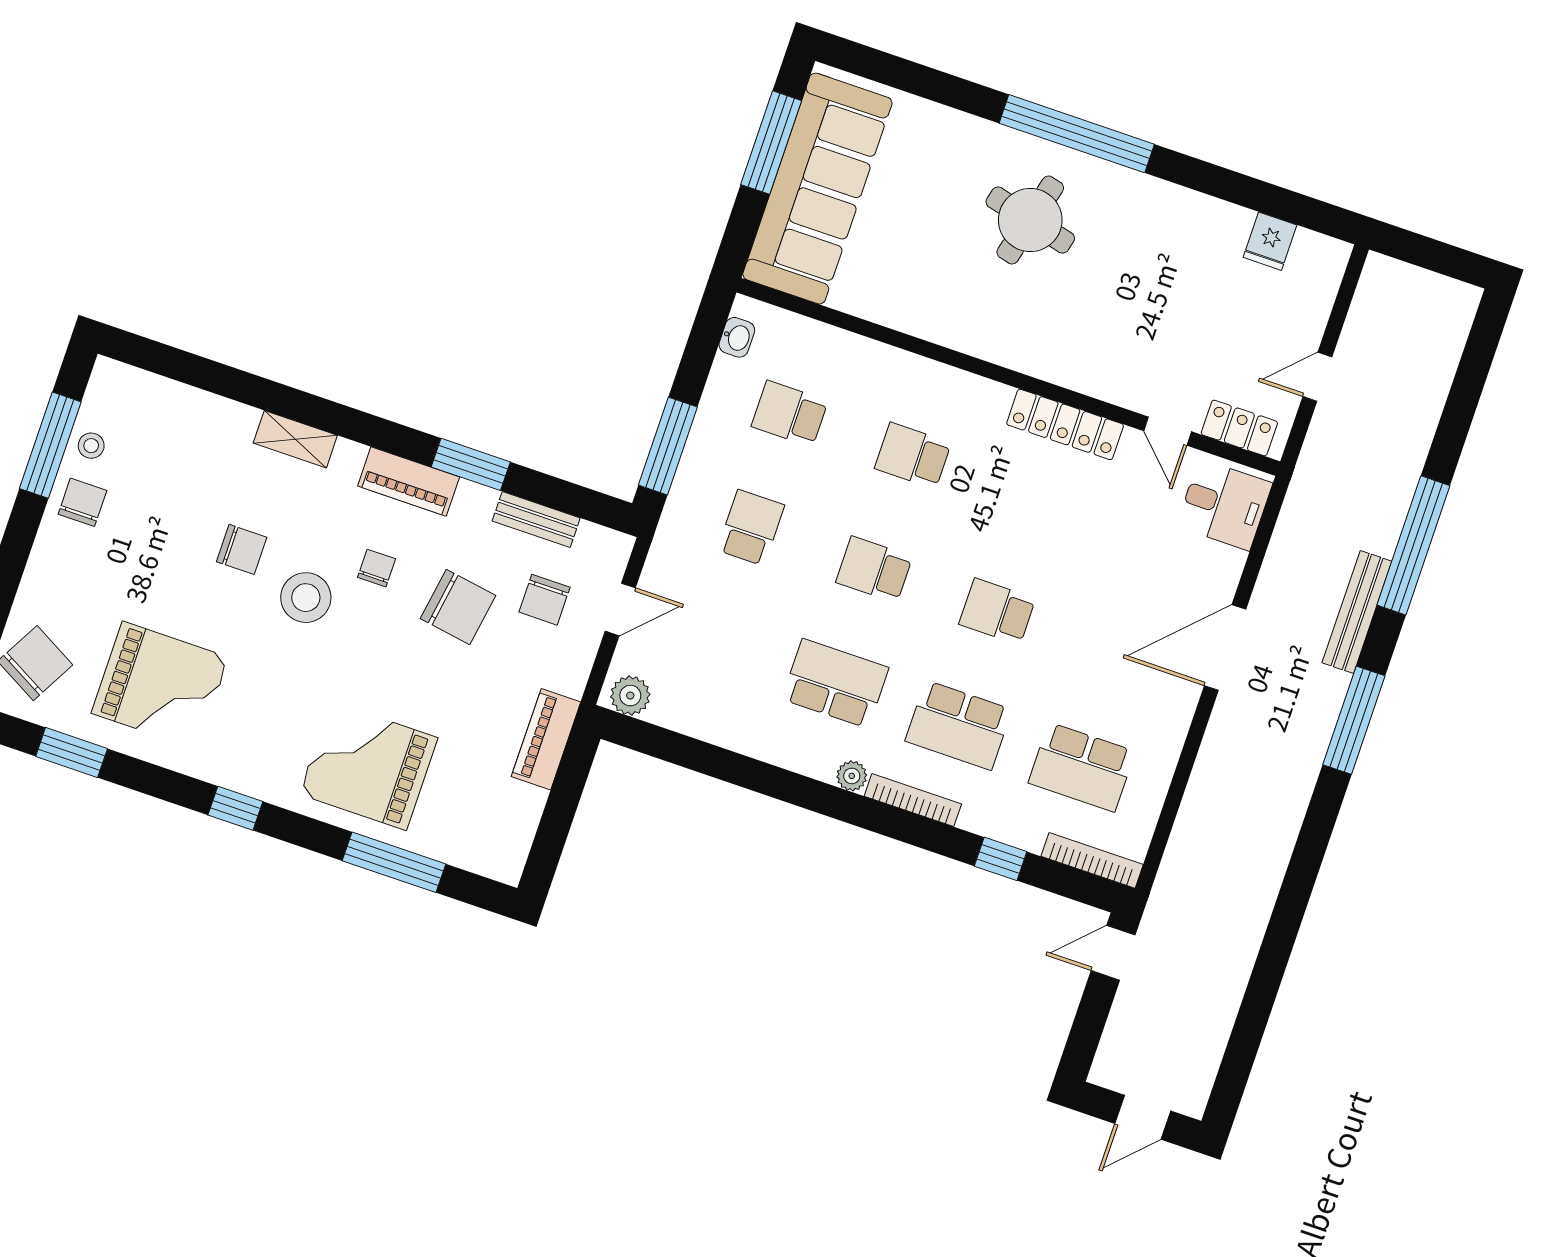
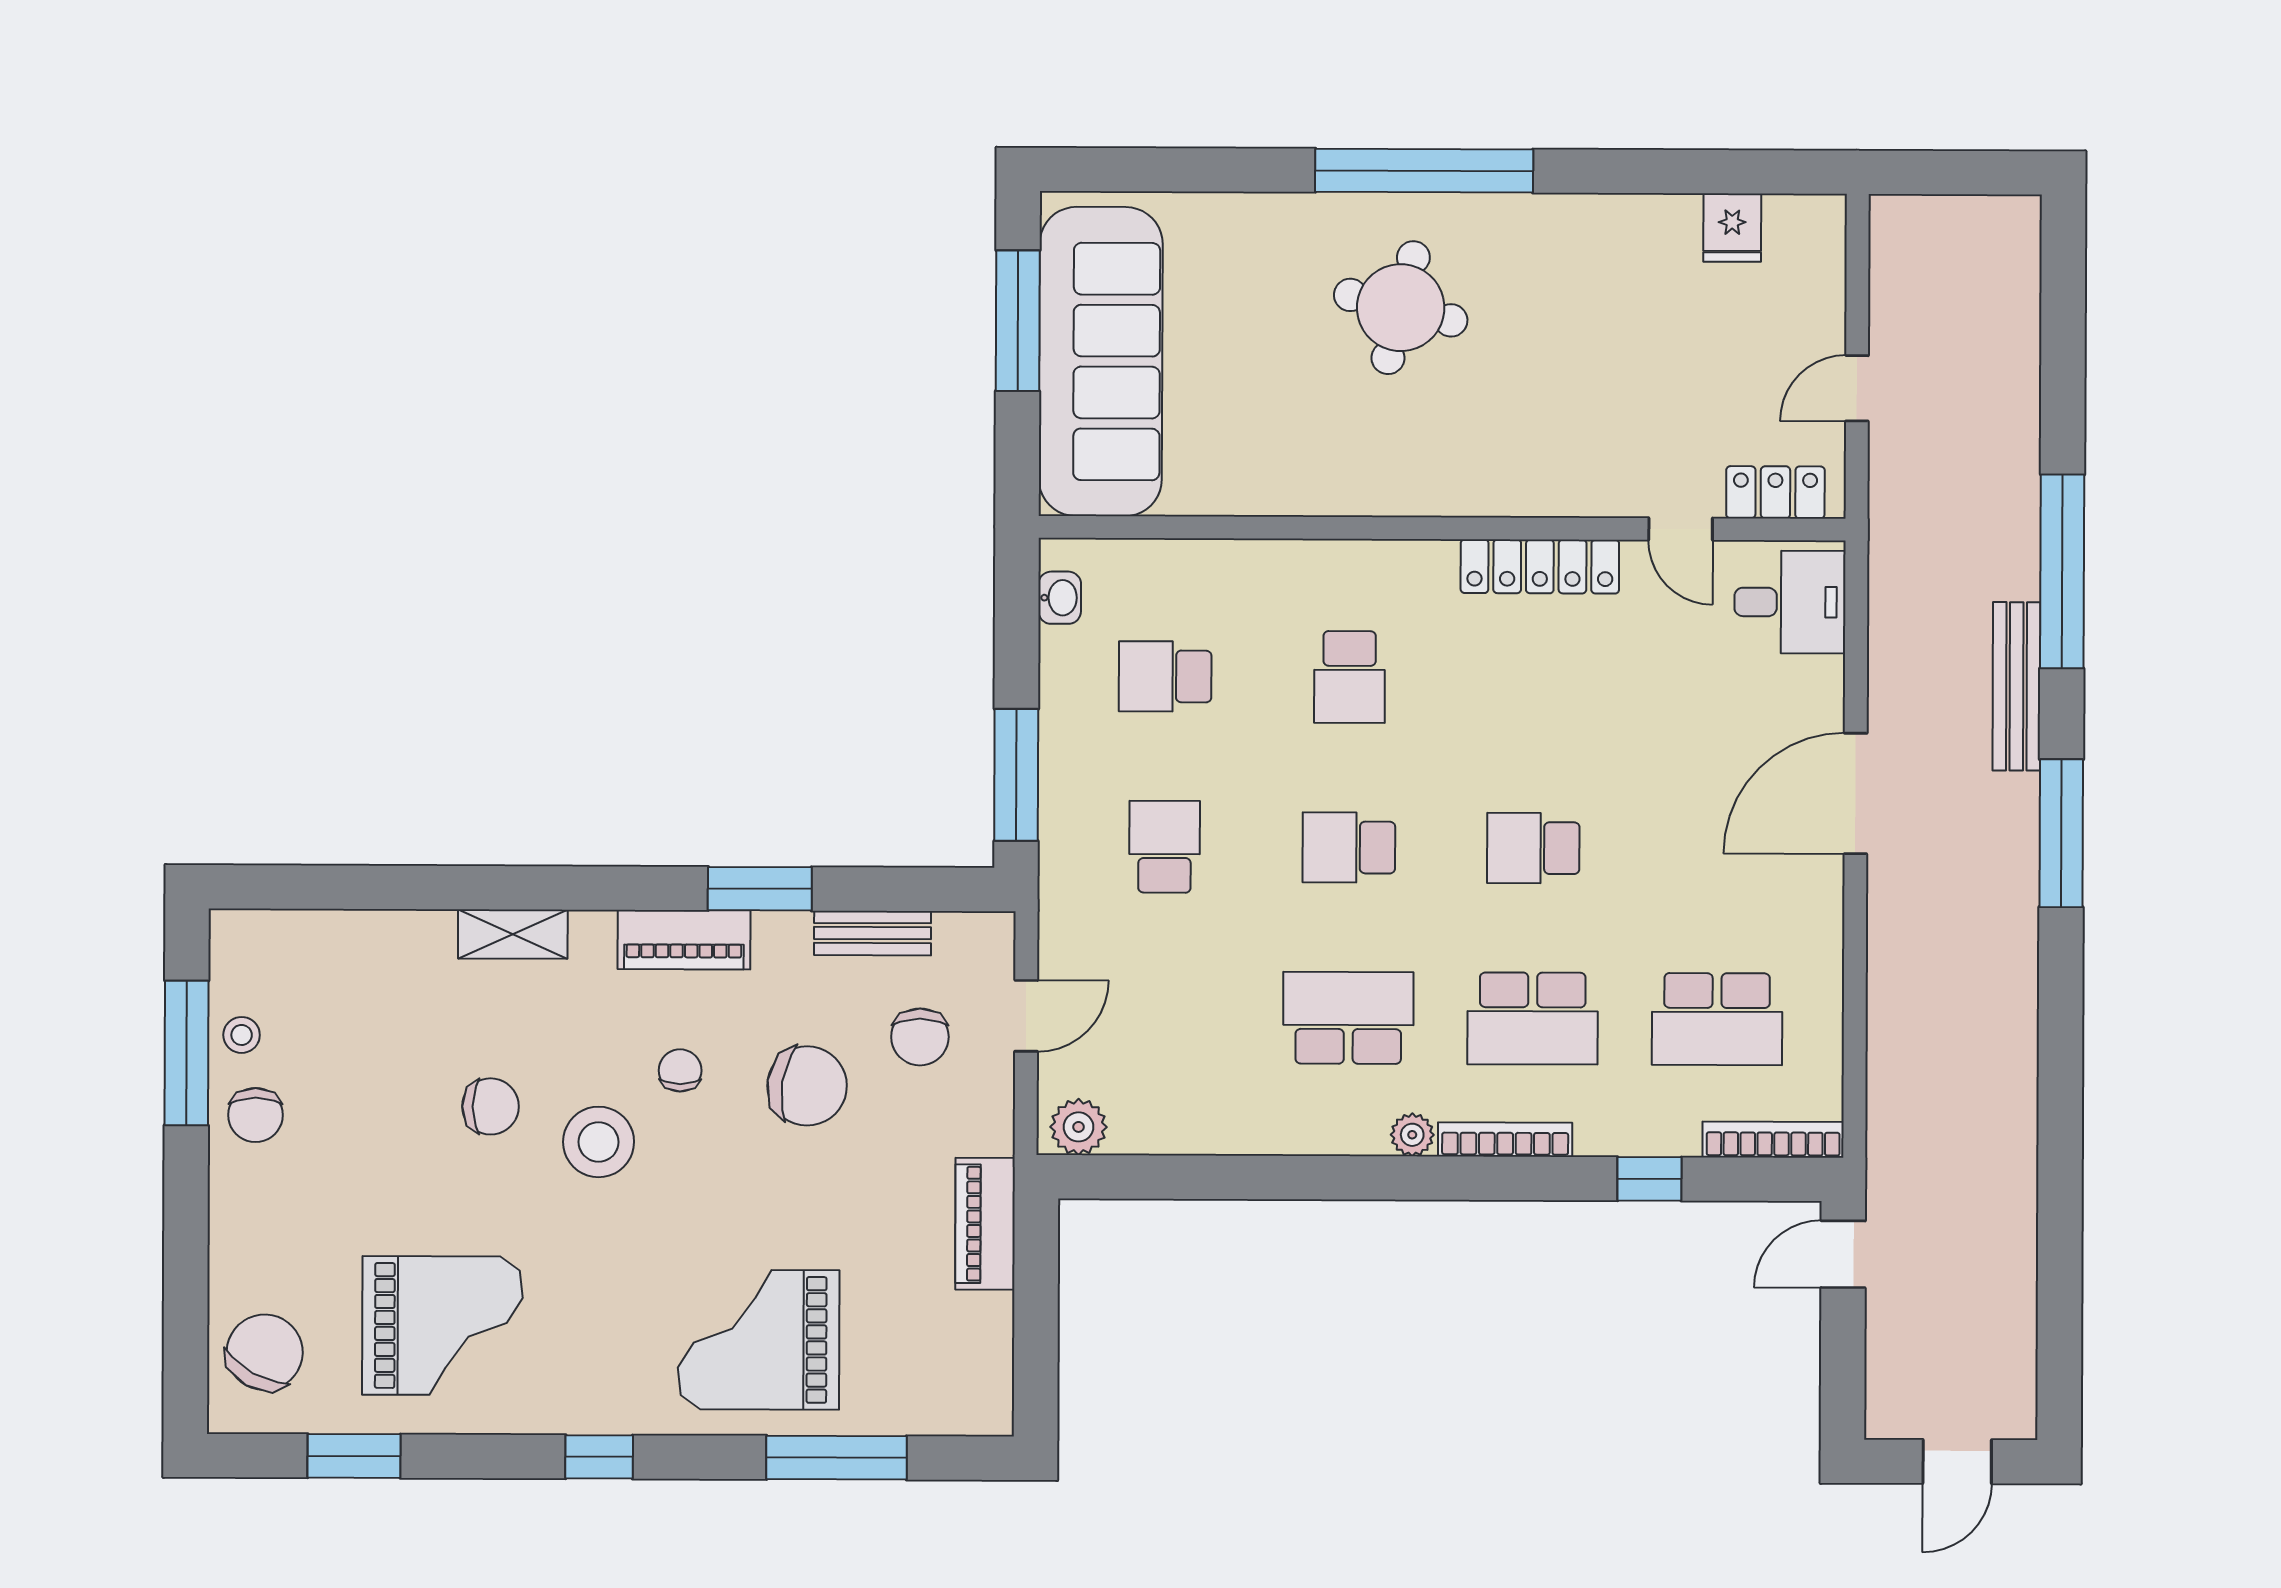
school desk: (913, 456) -> (1349, 677), turned -90
chair: (82, 502) -> (255, 1115), turned 180

